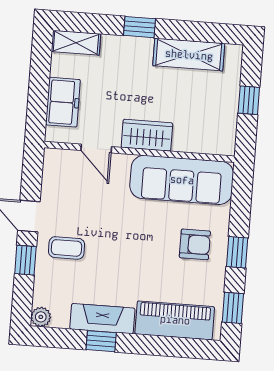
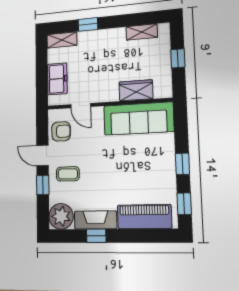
window: (139, 27) -> (88, 24), moved
shelving: (189, 55) -> (142, 32), width x0.67, depth x0.75
wardrobe: (147, 135) -> (136, 90), moved
armchair: (195, 244) -> (61, 131), moved
plant: (41, 317) -> (61, 216), width x1.87, depth x1.87

